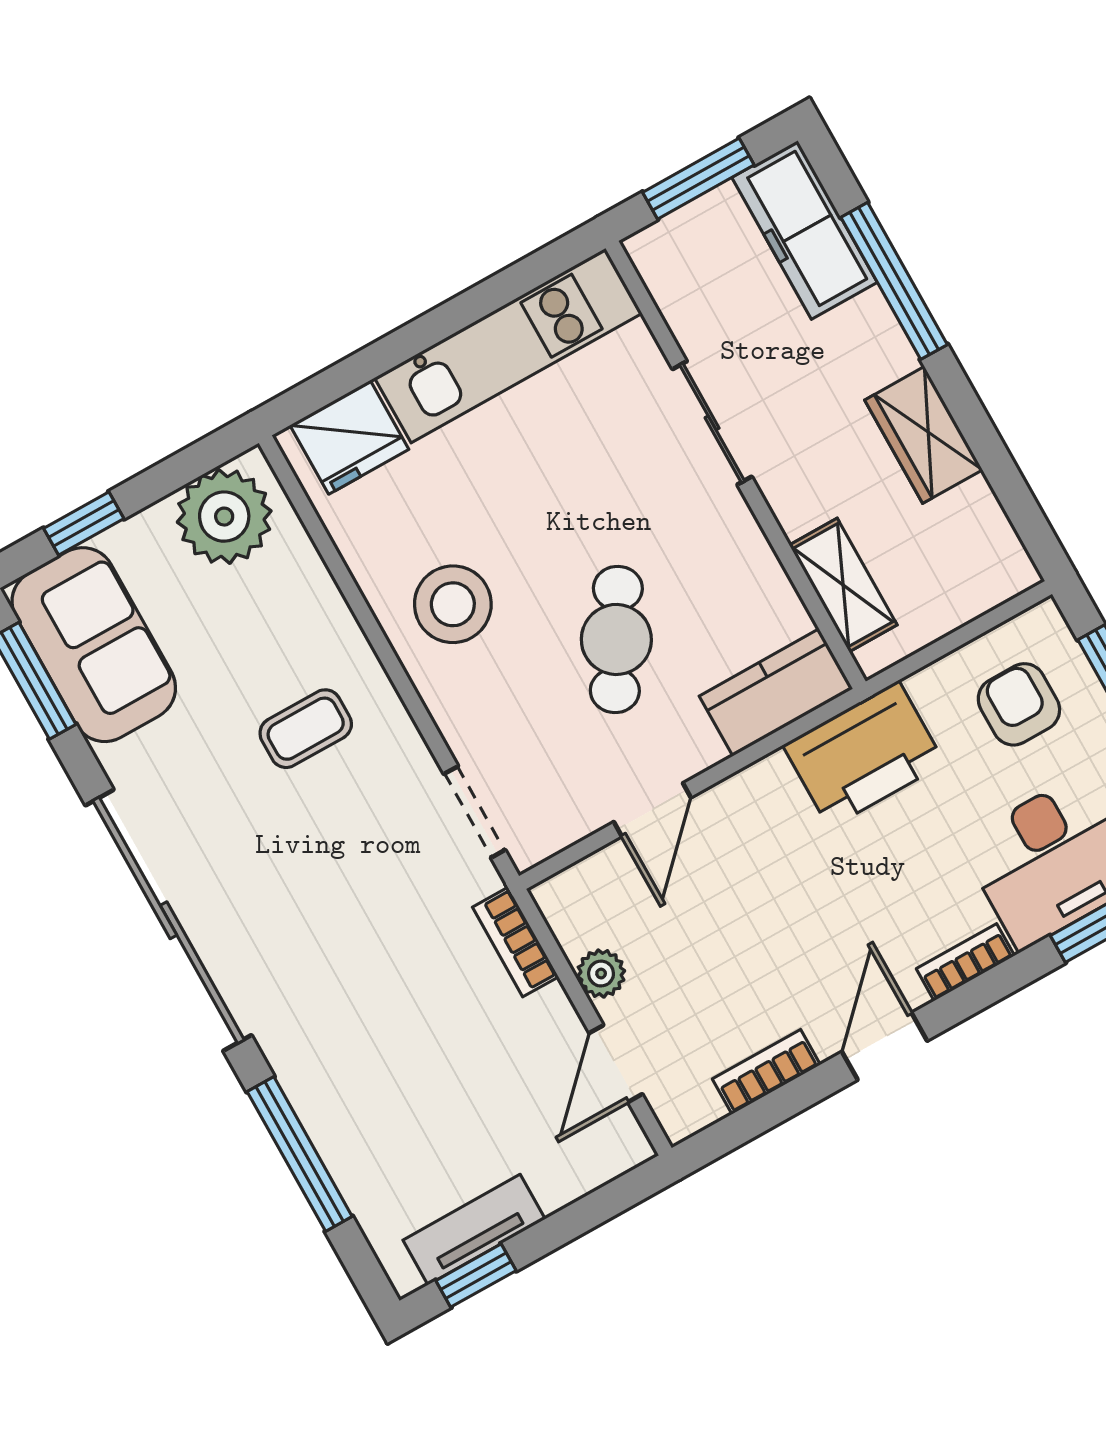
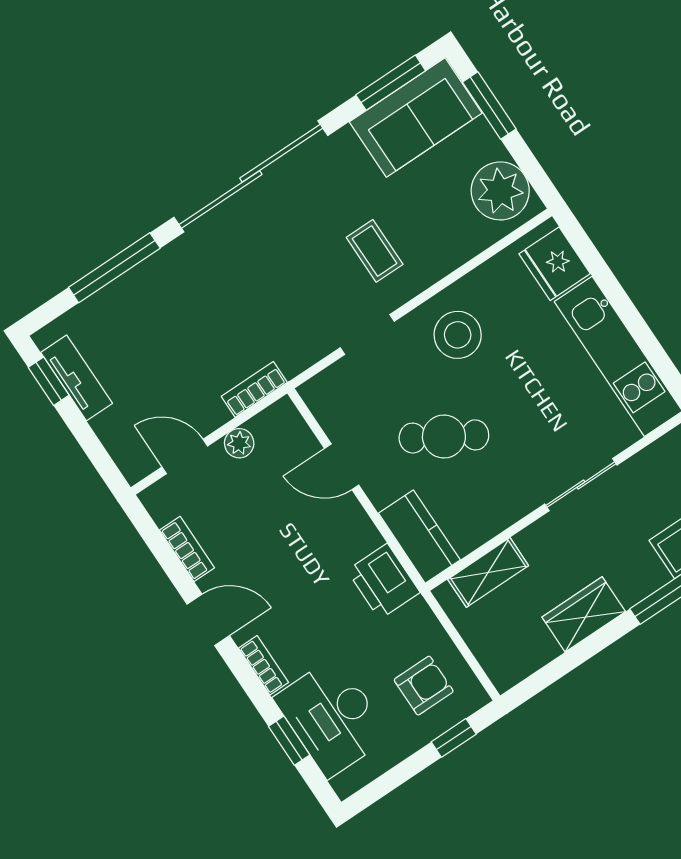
window: (84, 523) -> (489, 105), width x1.50
printer: (864, 754) -> (383, 581), width x0.73, depth x0.84
doorway: (475, 812) -> (367, 334), moved

